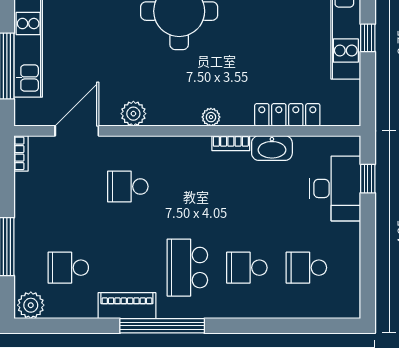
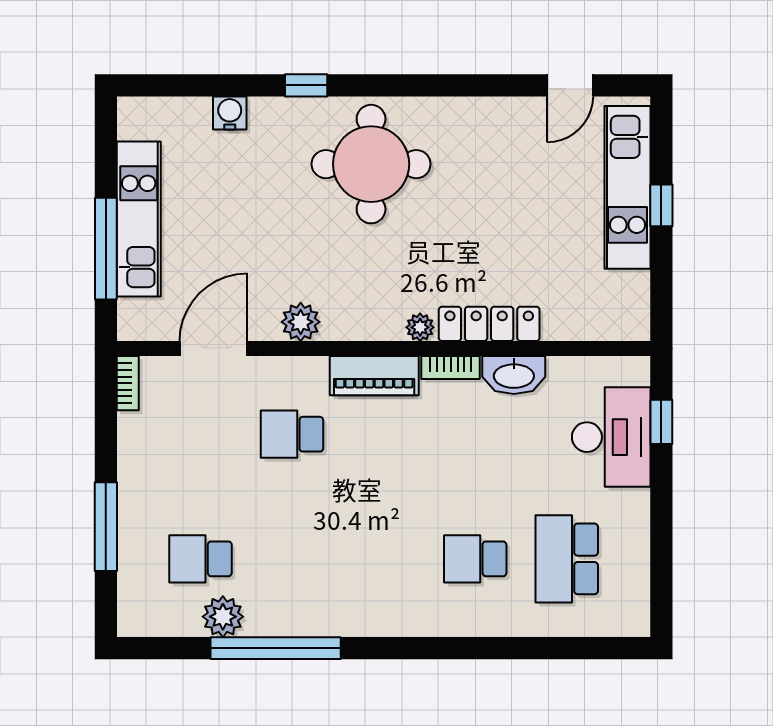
locker: (287, 115) -> (489, 324), moved
school desk: (187, 268) -> (384, 559), removed
school desk: (306, 268) -> (567, 559), width x1.85
plant: (31, 305) -> (223, 617), moved
piano: (127, 306) -> (374, 376), moved, turned 180
window: (162, 326) -> (276, 648), moved

